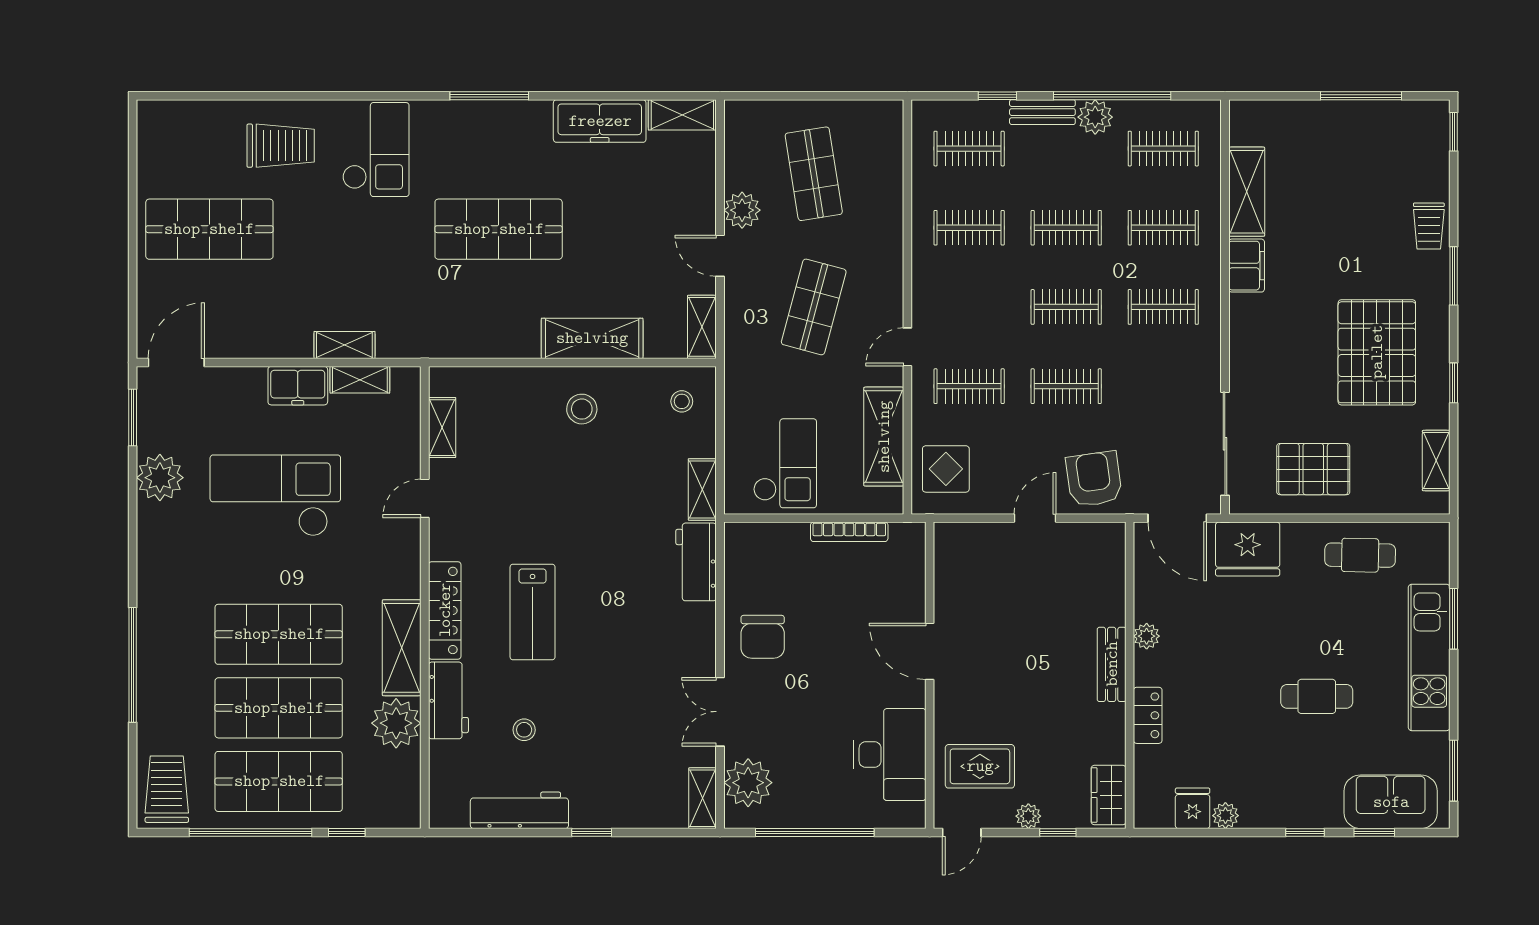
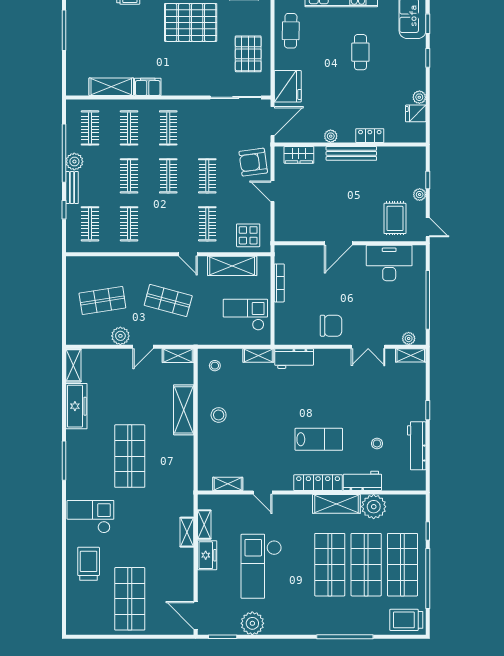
bench: (1112, 664) -> (351, 153), width x1.36
plant: (748, 783) -> (409, 338), width x0.53, depth x0.53
wardrobe: (1109, 795) -> (299, 155), moved

